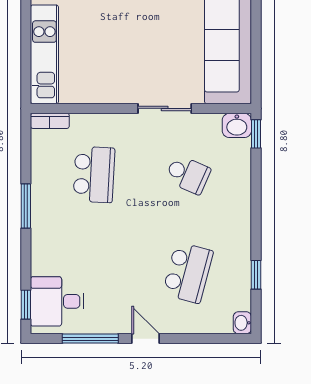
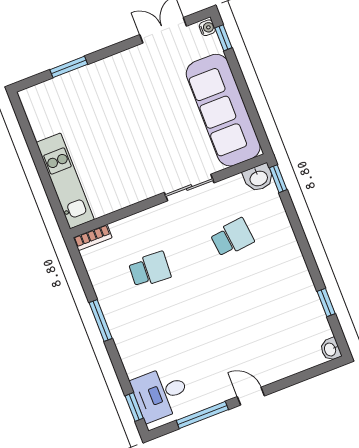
school desk: (94, 174) -> (150, 270), width x0.54
school desk: (188, 174) -> (232, 238), turned -30
school desk: (188, 273) -> (266, 324), removed

